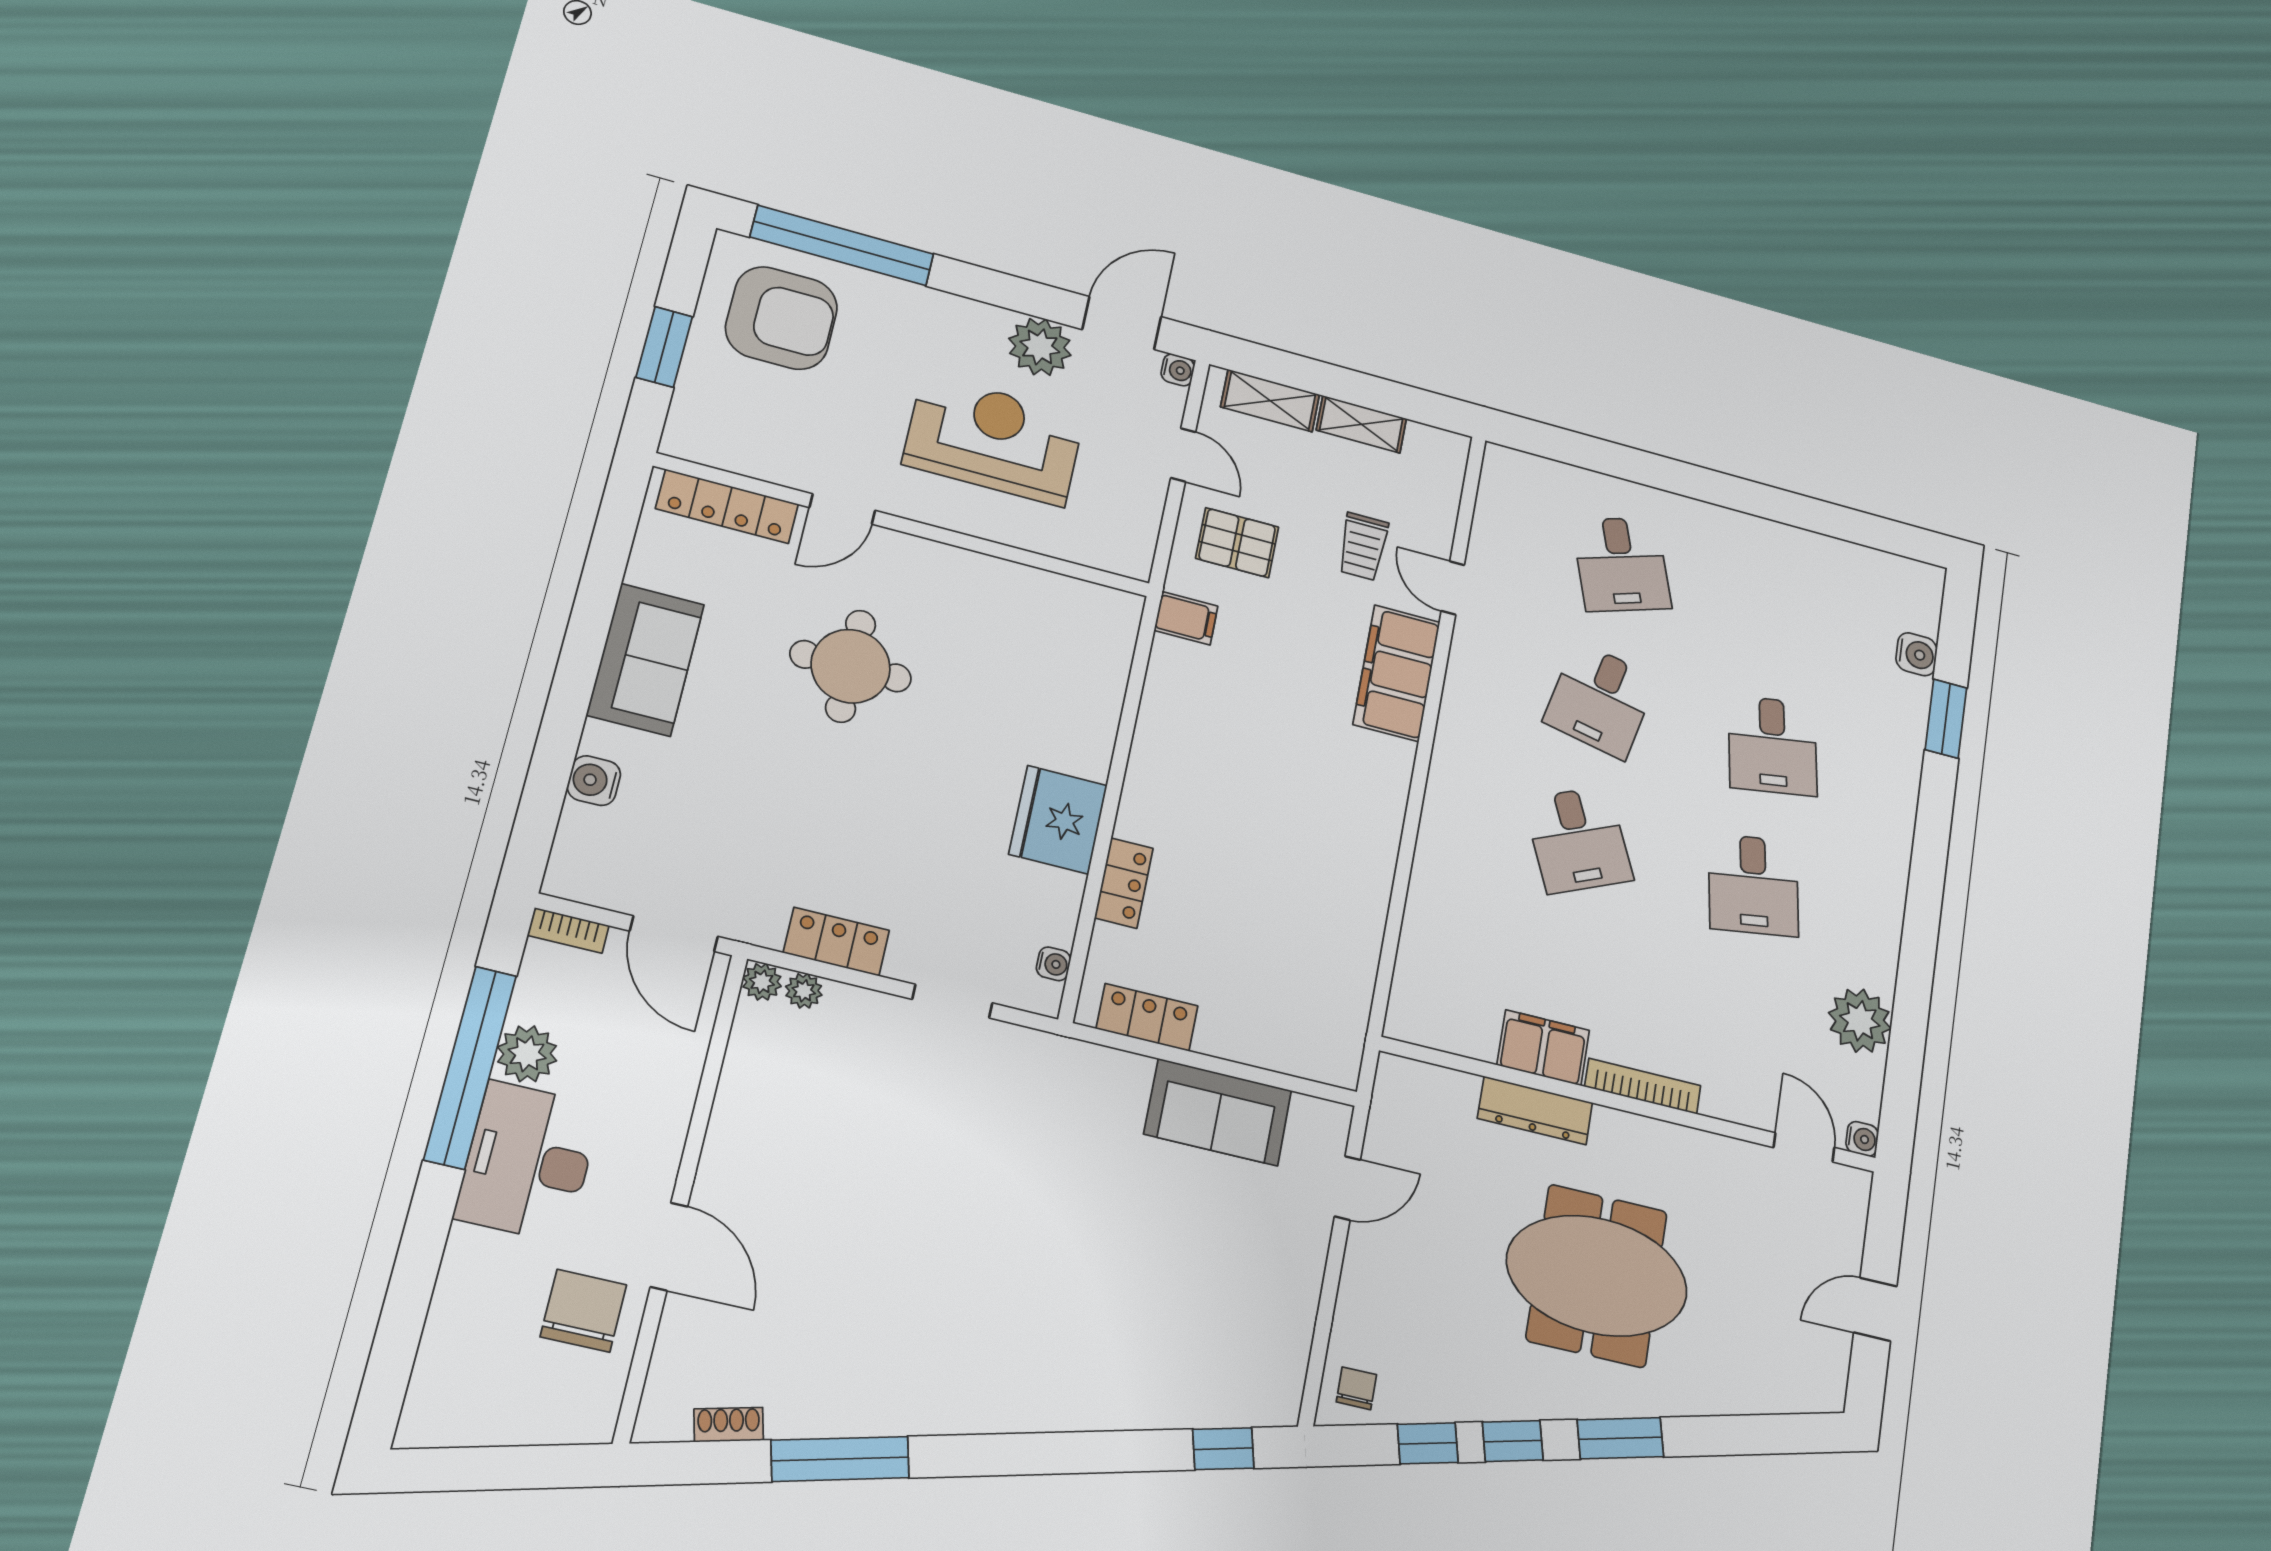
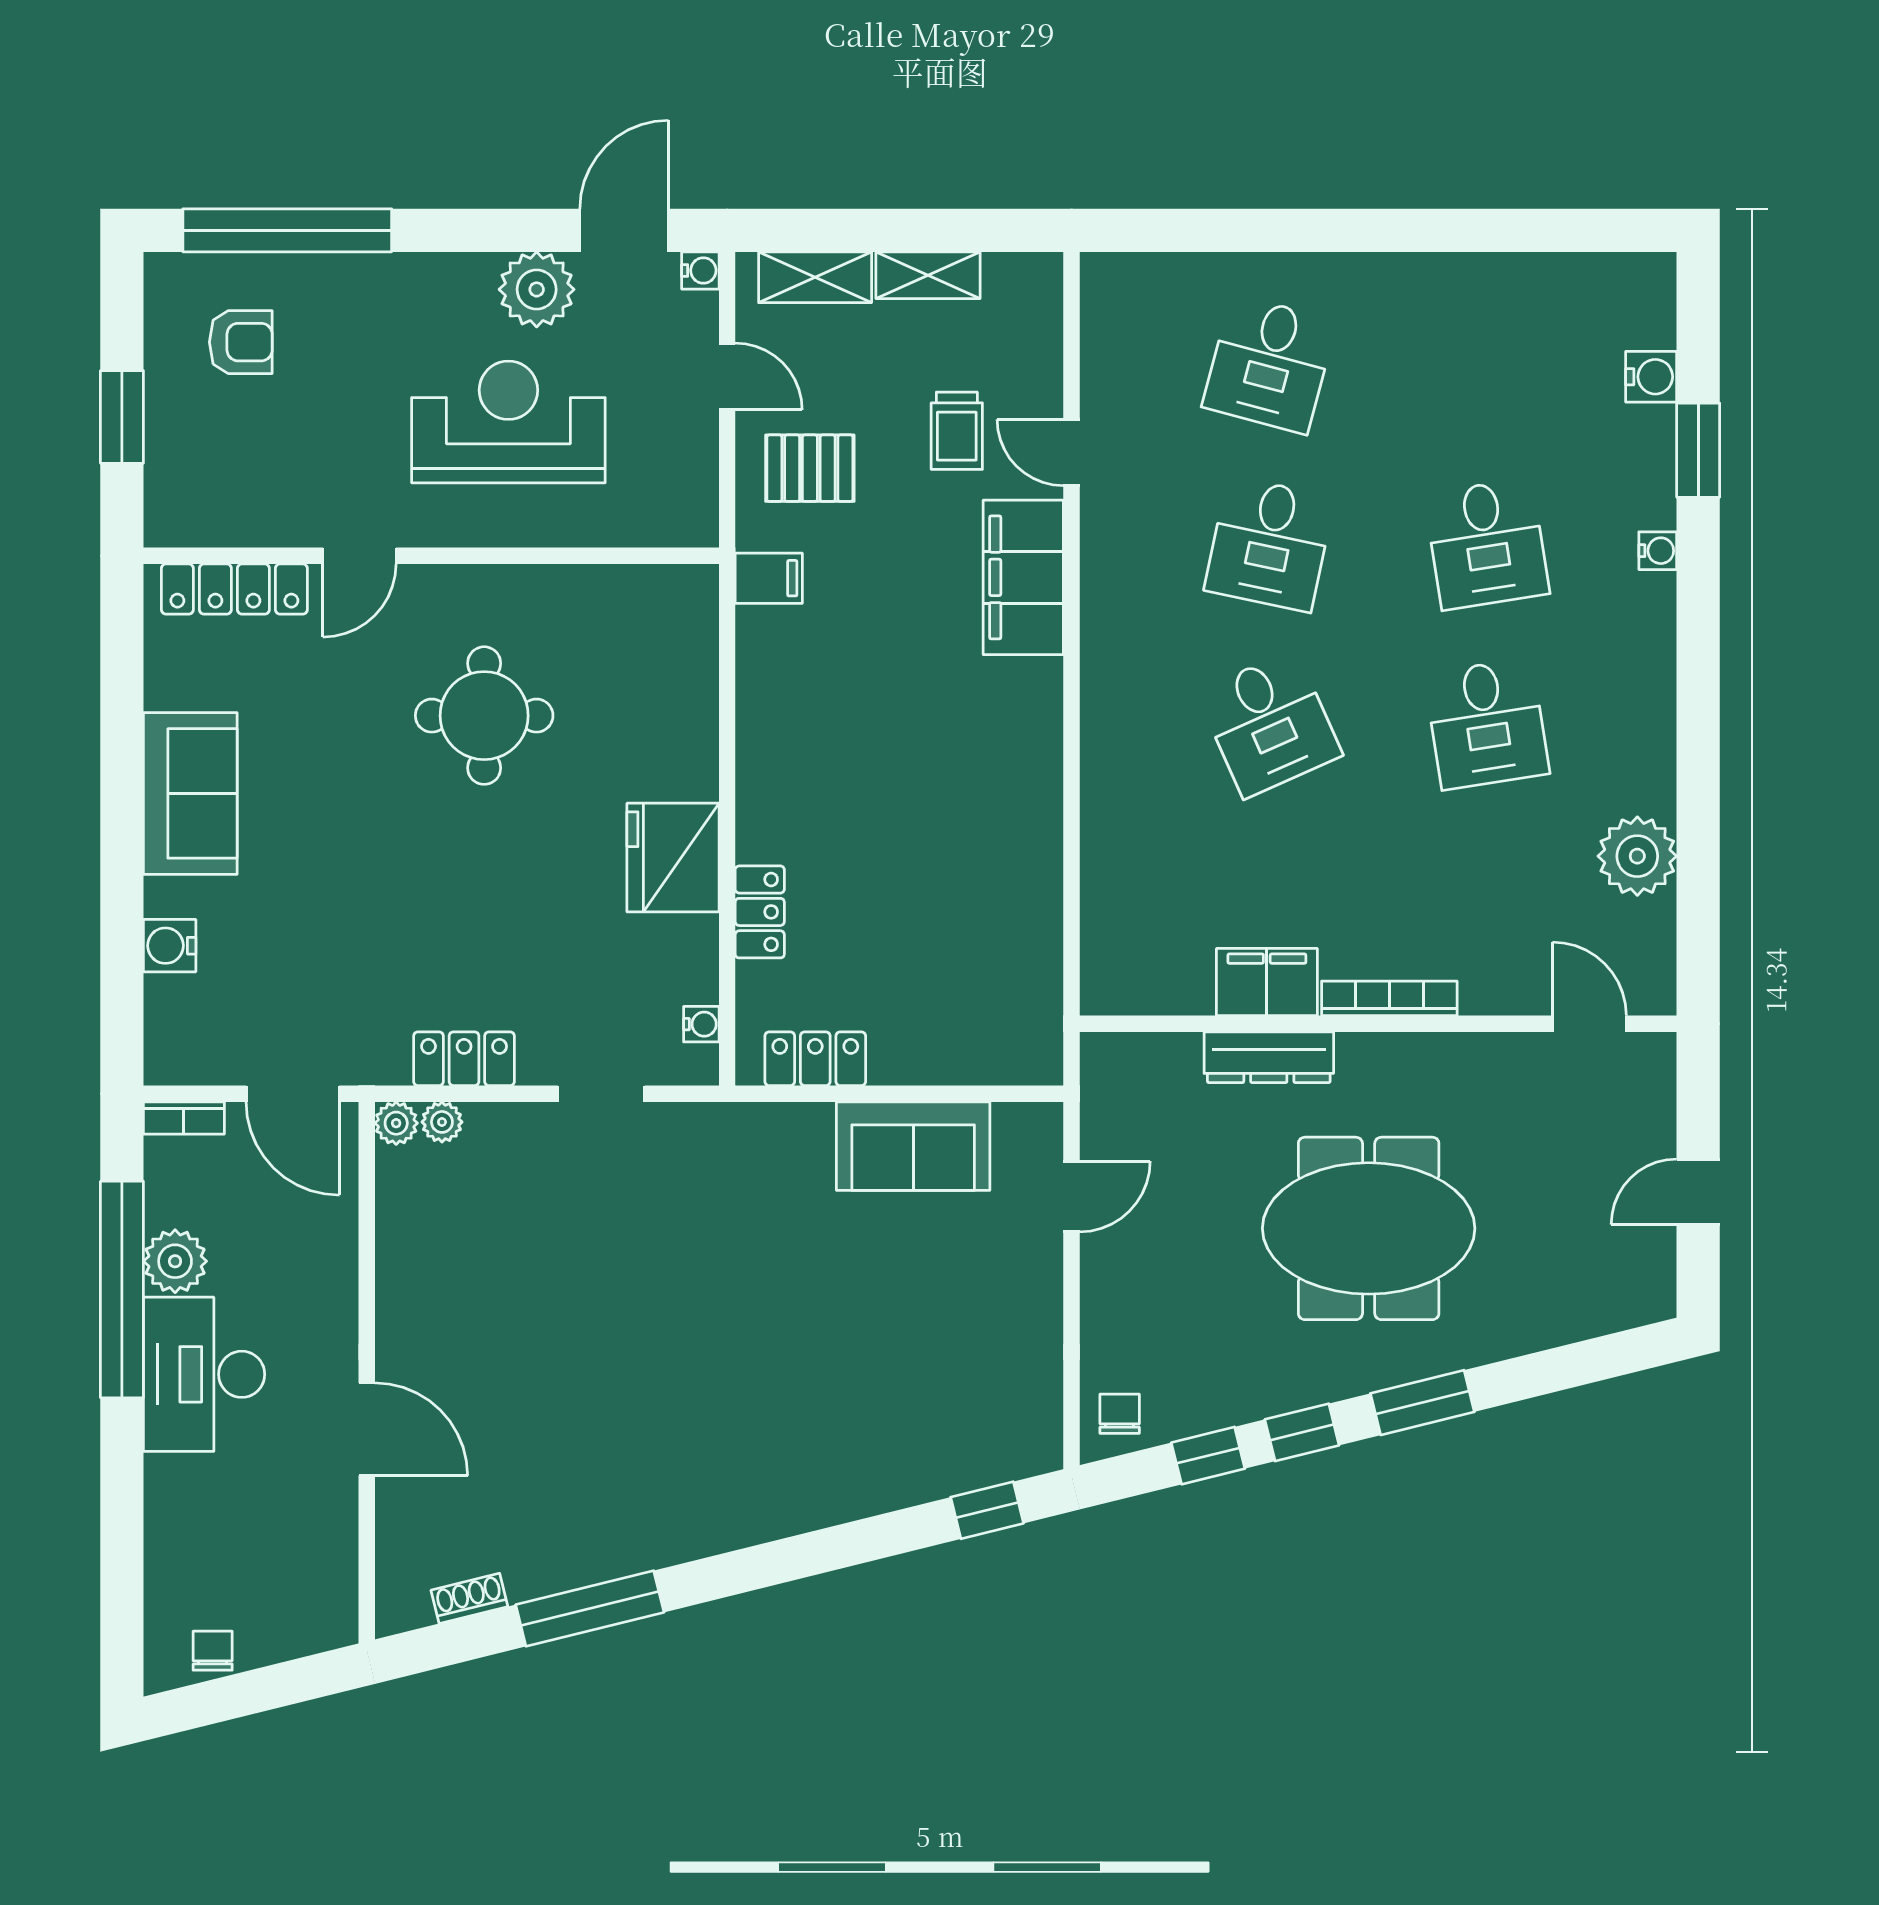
armchair: (781, 318) -> (241, 342), width x0.53, depth x0.53
desk: (1621, 564) -> (1269, 364), turned 33
round table: (851, 666) -> (484, 716), moved
water cooler: (1862, 1139) -> (1658, 551), moved
chair: (583, 1311) -> (213, 1651), moved, width x0.54, depth x0.54

